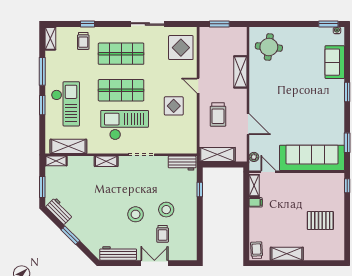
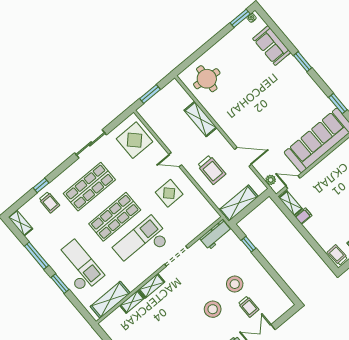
shelving: (56, 161) -> (132, 302), moved

